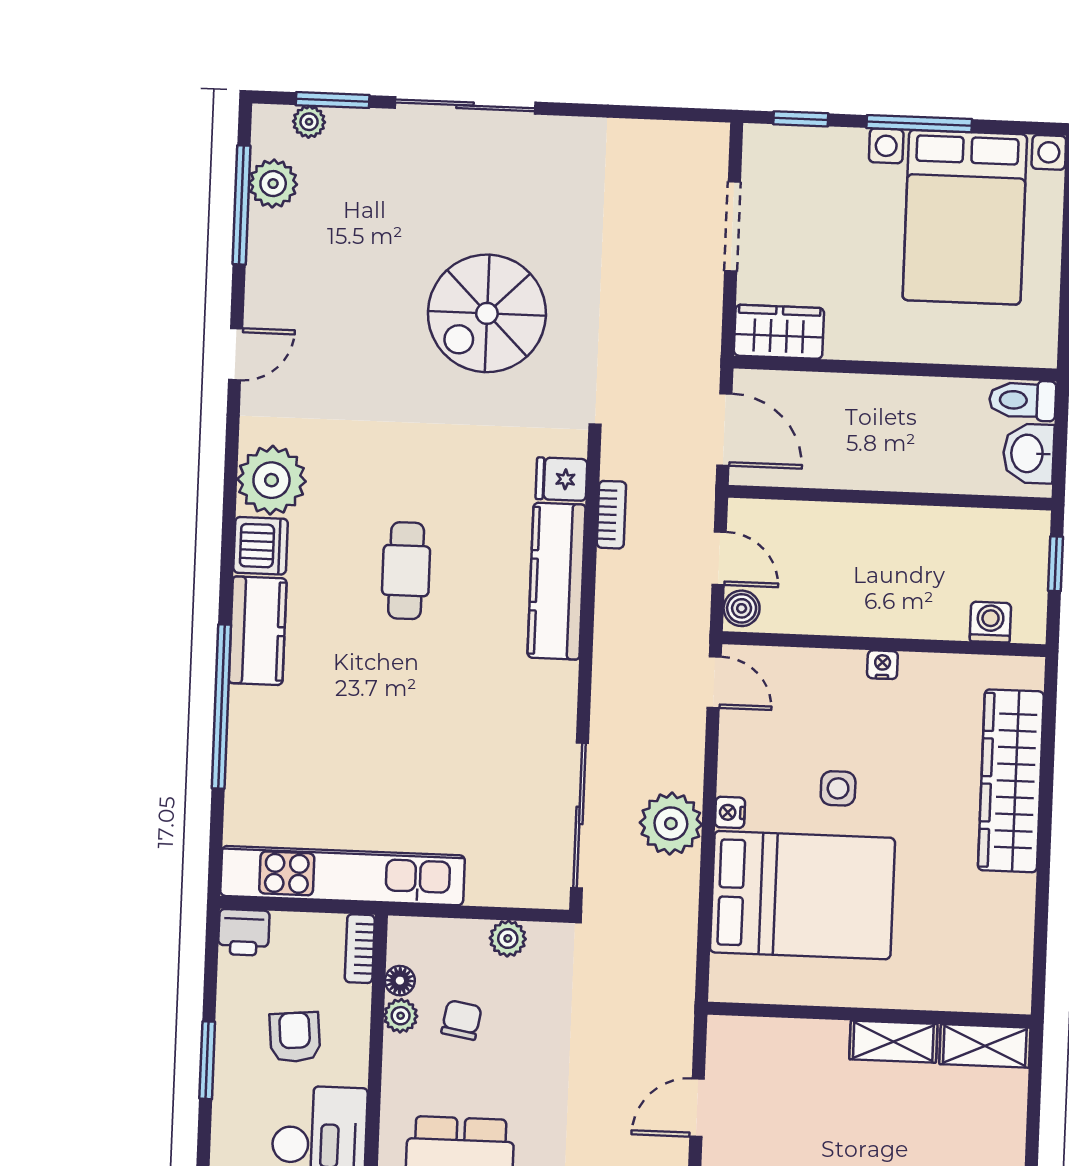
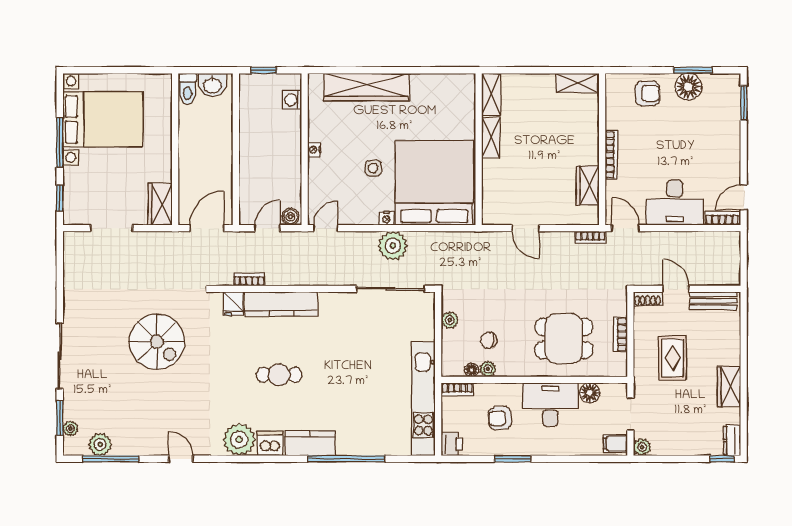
bed: (802, 895) -> (434, 183), width x1.36

